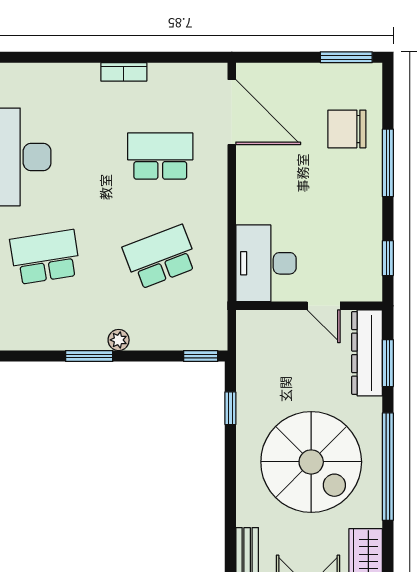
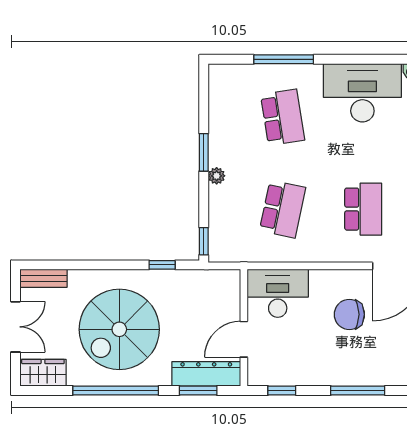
chair: (347, 129) -> (349, 314), moved, turned -90
school desk: (160, 257) -> (283, 209), turned 33
door: (324, 306) -> (244, 339), width x1.38

